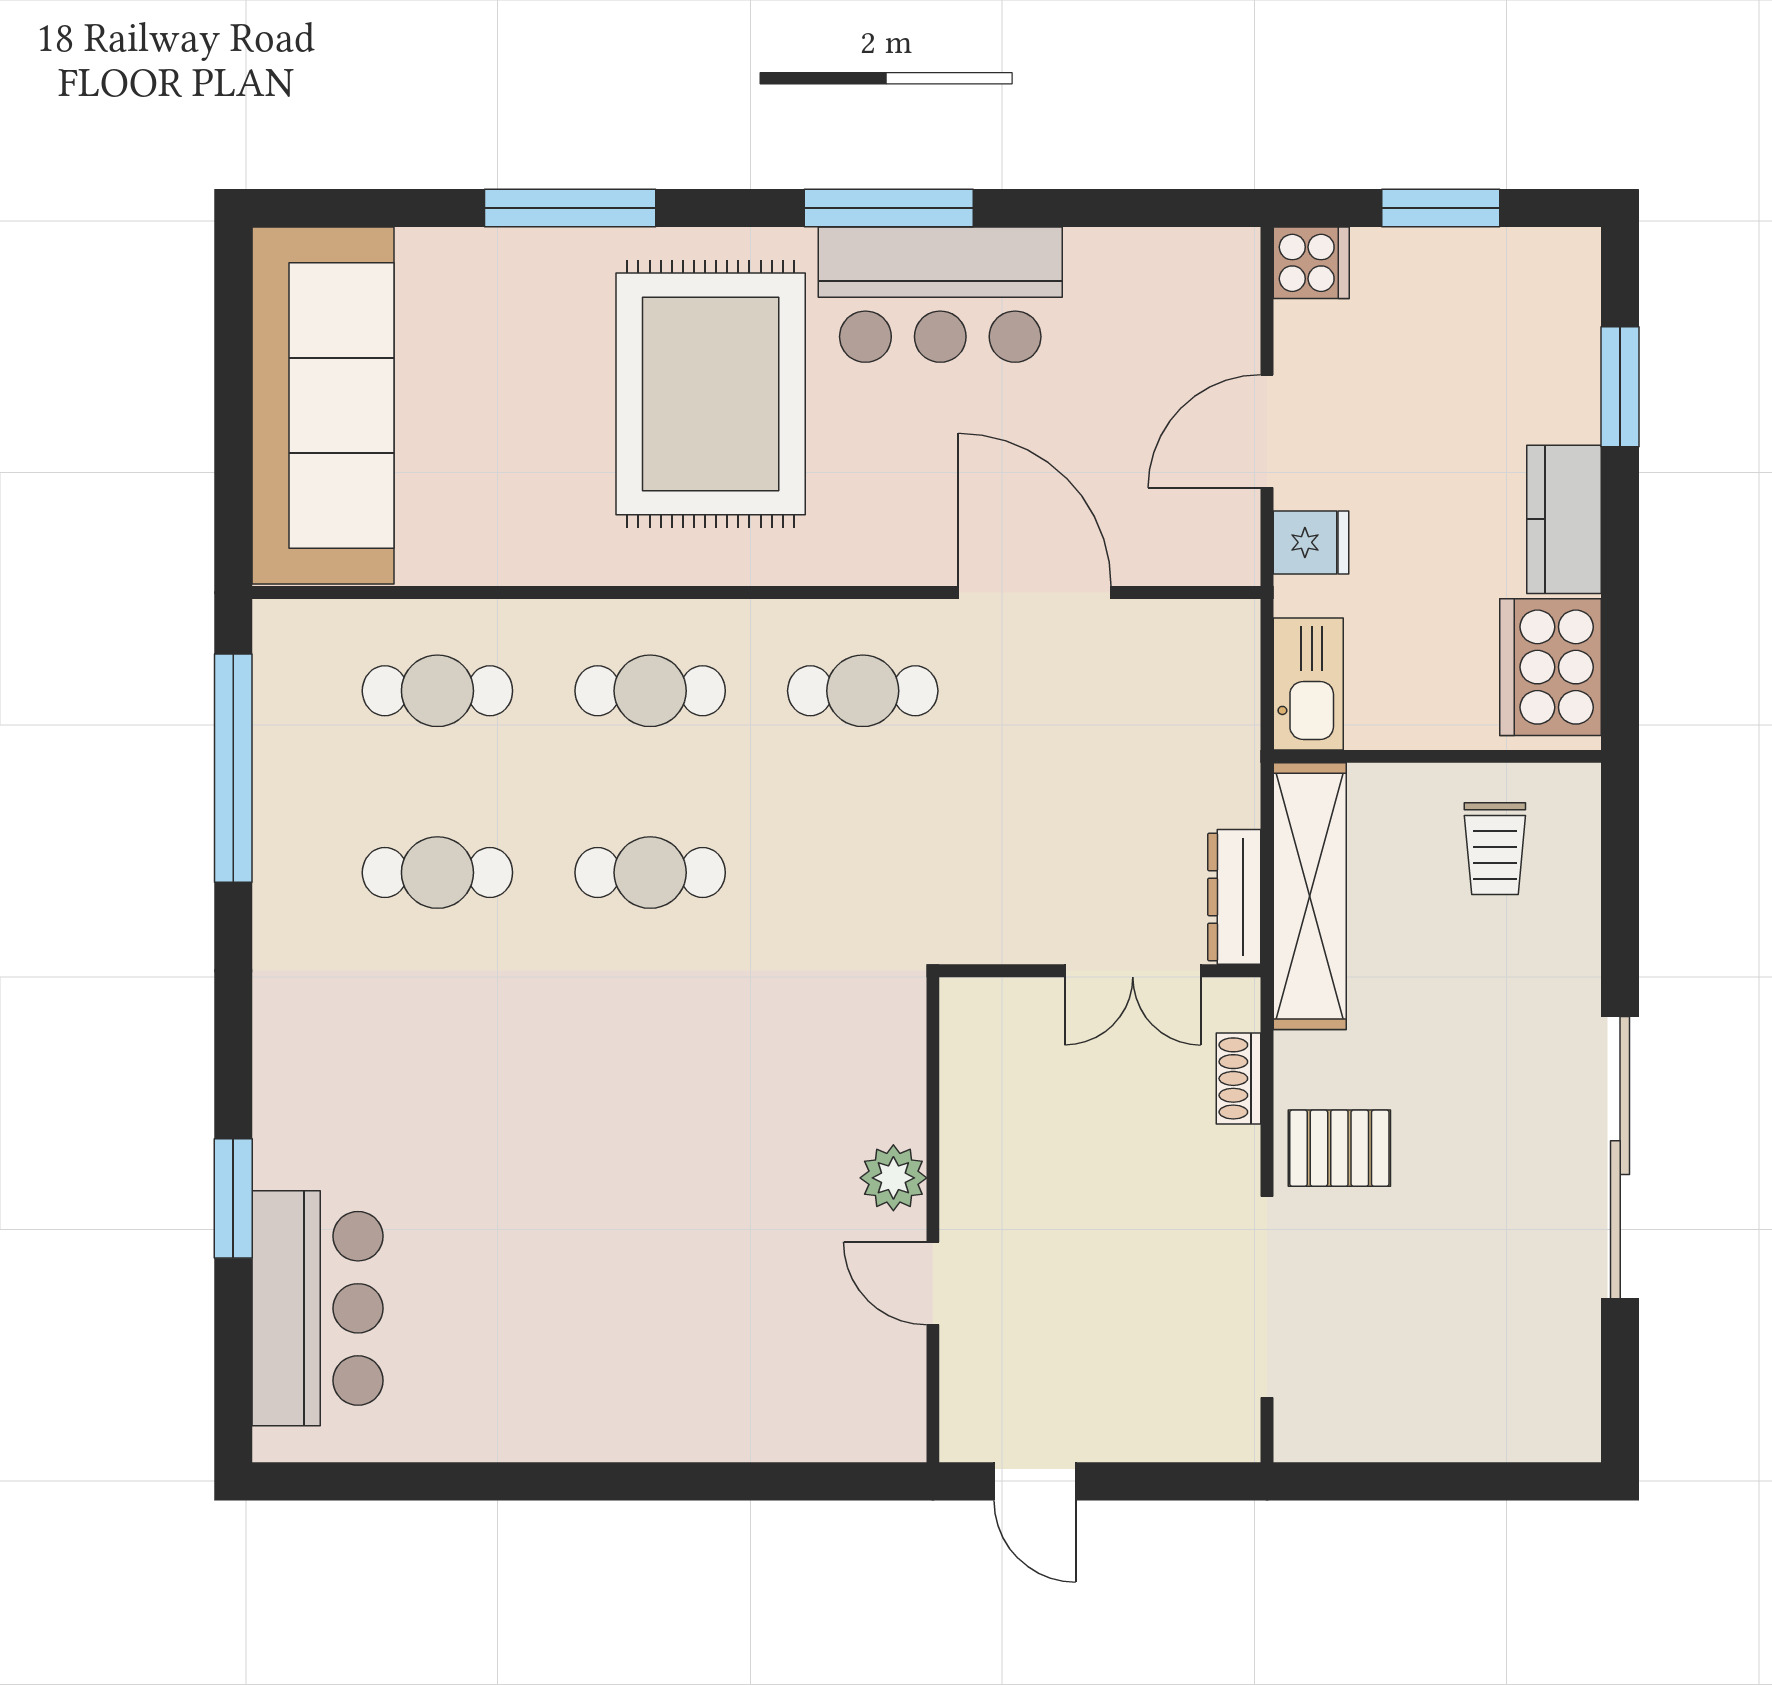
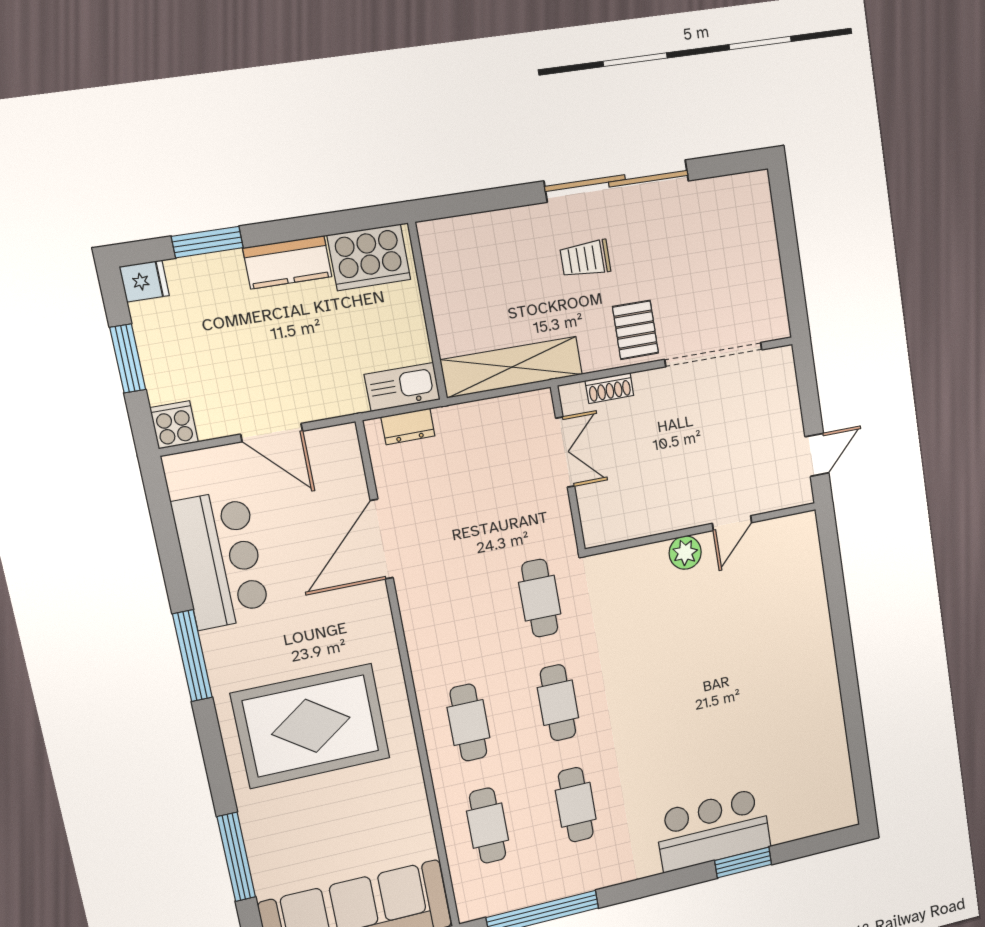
window: (570, 208) -> (236, 857), moved
bar counter: (940, 295) -> (221, 560), moved
fridge: (1311, 542) -> (144, 281), moved, turned 90
cafe table: (863, 691) -> (540, 598), moved
trolley: (1495, 849) -> (585, 259), moved, turned 180
dresser: (1234, 897) -> (408, 426), moved, width x0.70
bar counter: (317, 1308) -> (713, 830), moved

